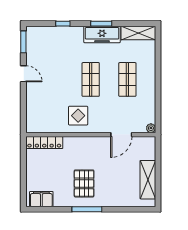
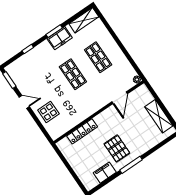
freezer: (102, 34) -> (60, 38), width x0.71
display table: (78, 116) -> (48, 112), moved
locker: (44, 143) -> (82, 131), moved
filing cabinet: (41, 199) -> (105, 173), moved

